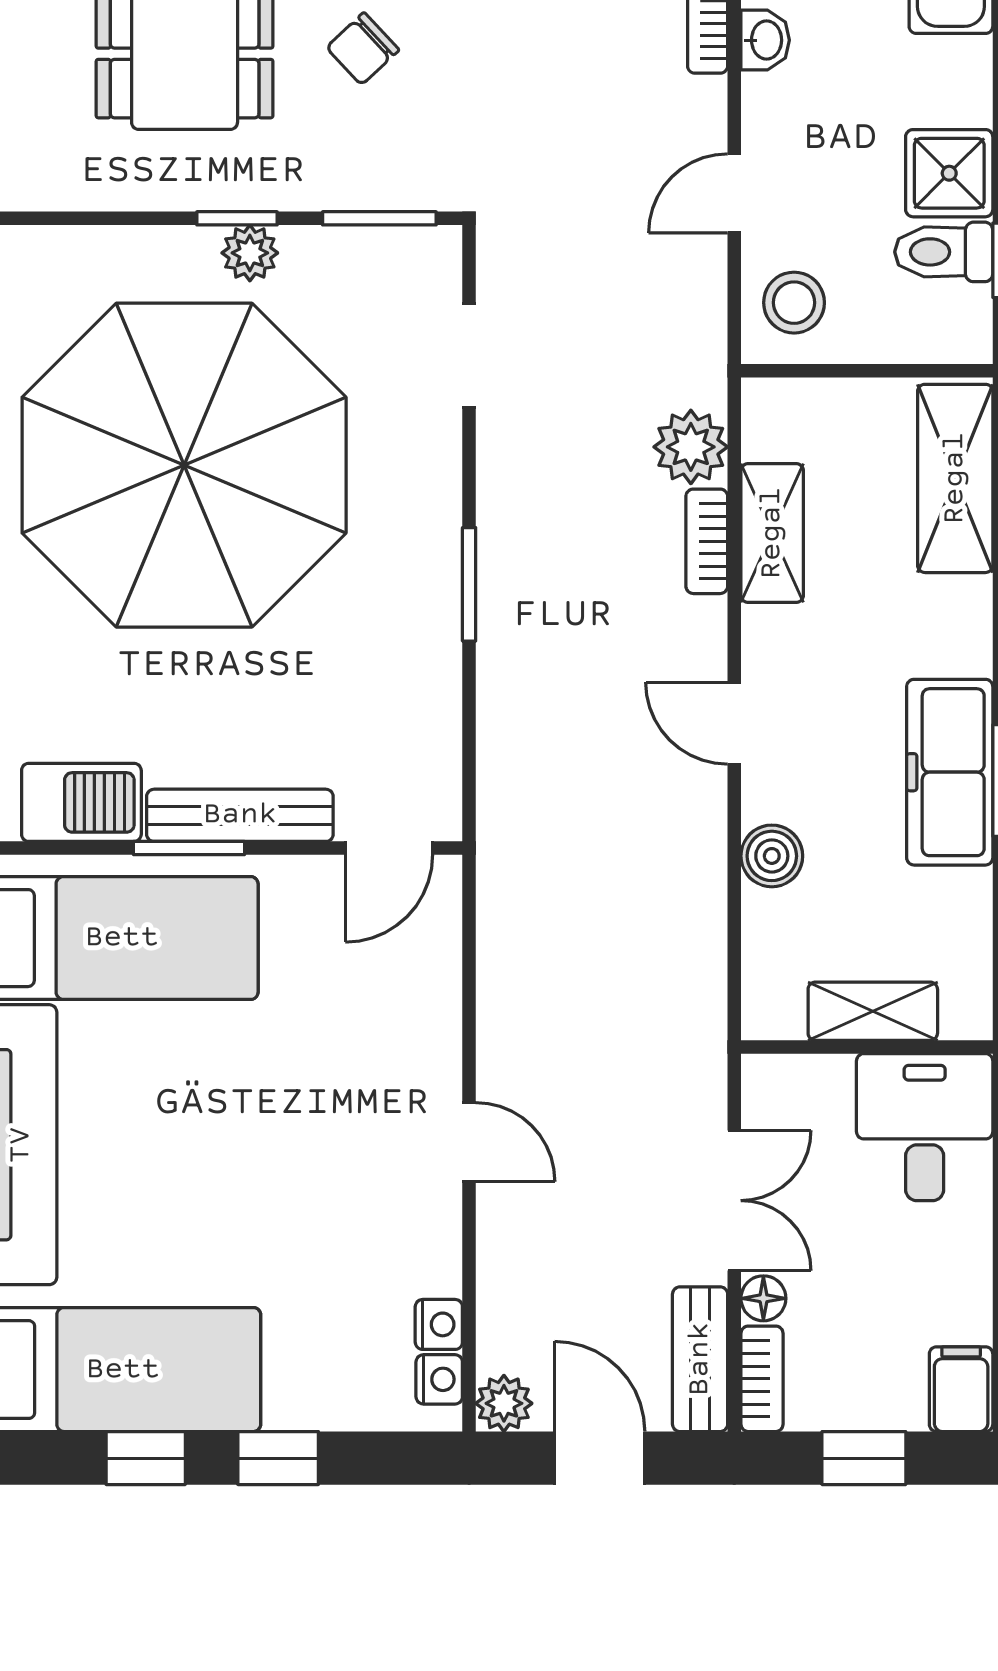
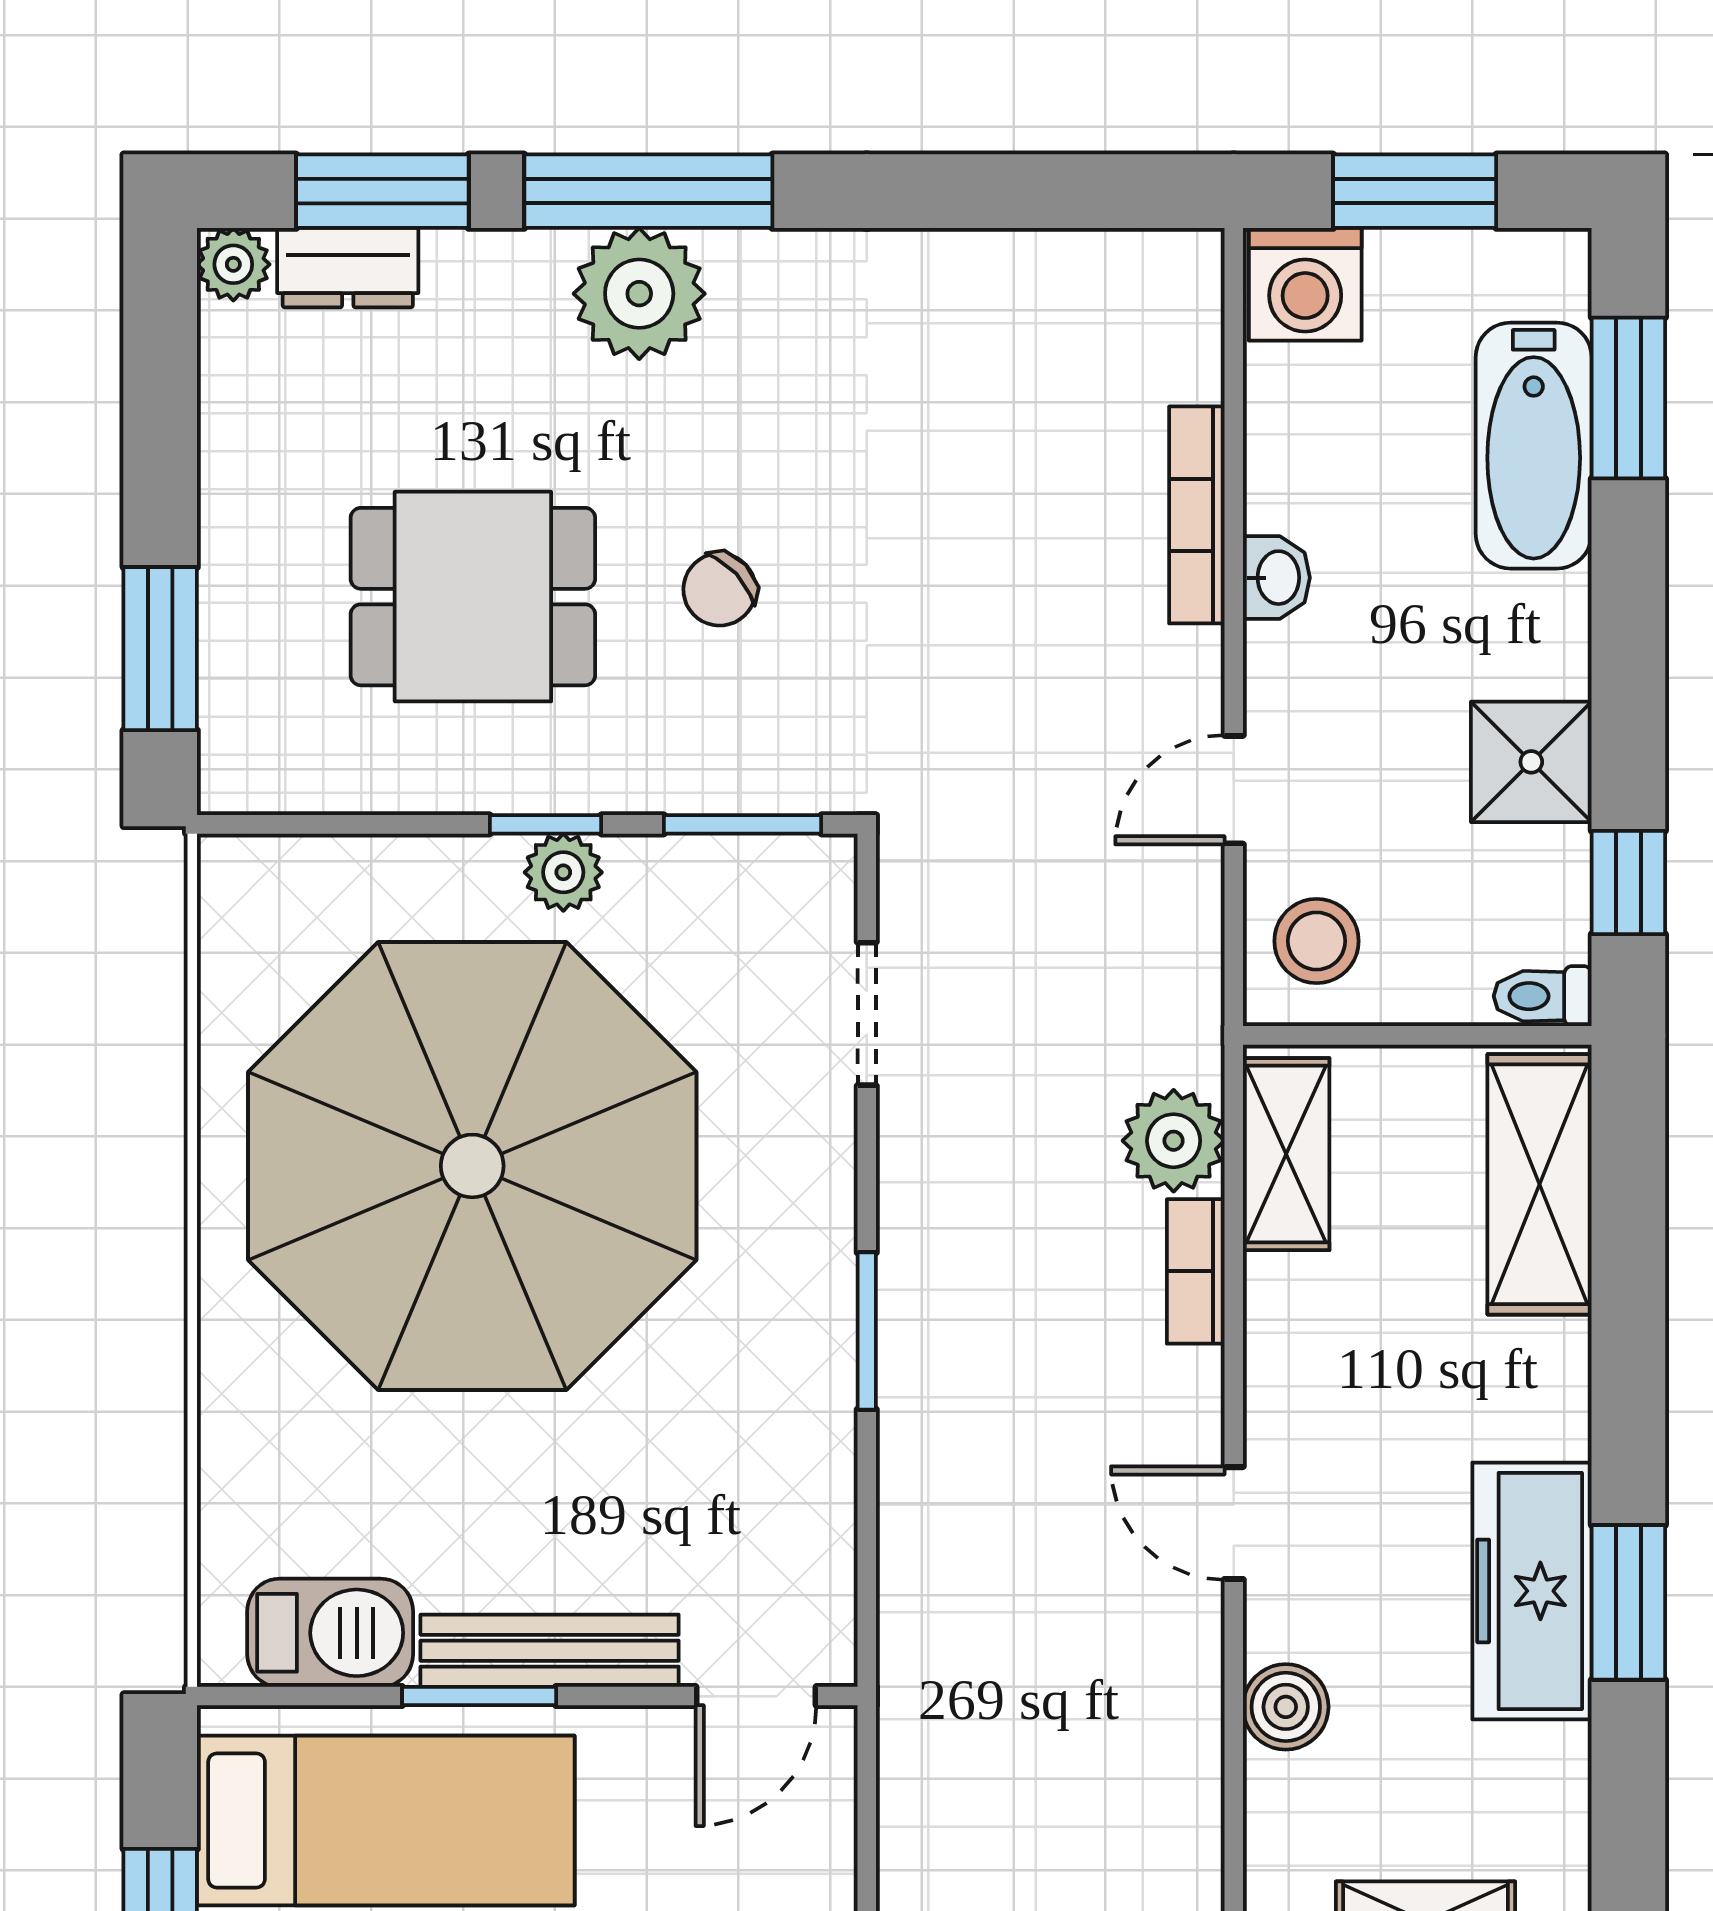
toilet: (944, 252) -> (1543, 996), moved, width x0.73, depth x0.72
shelving: (772, 533) -> (1286, 1154), moved

